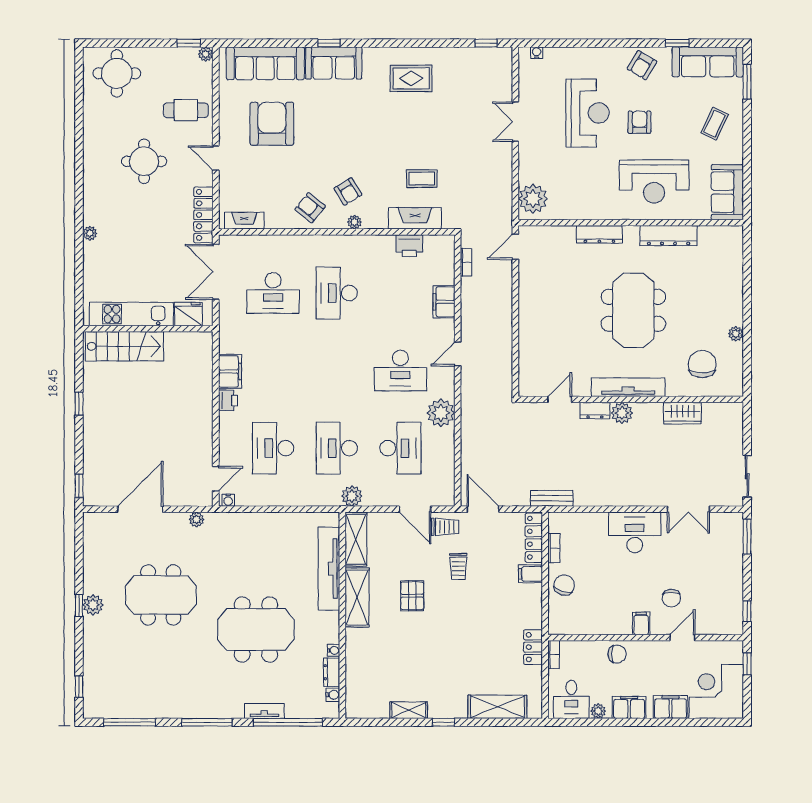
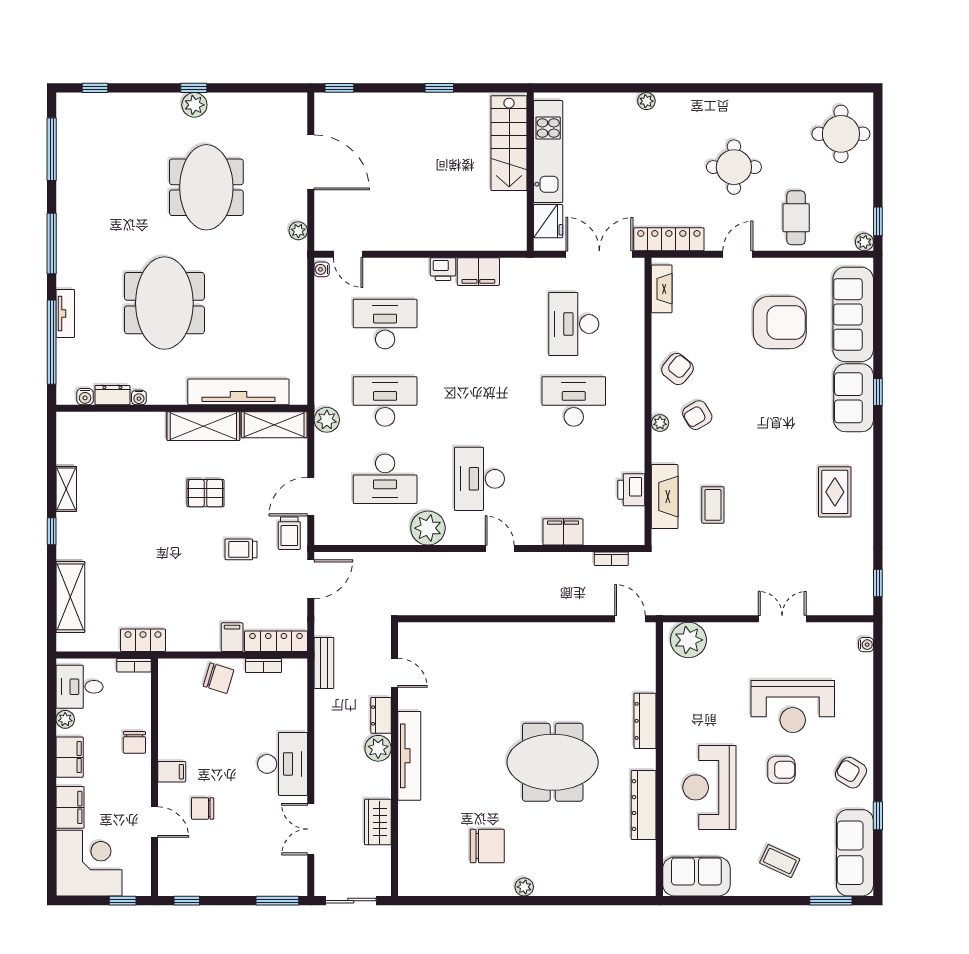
tv unit: (628, 387) -> (409, 756), moved
door: (560, 399) -> (395, 673), moved
wall: (631, 399) -> (395, 759), moved
dresser: (595, 411) -> (381, 715), moved
plant: (622, 413) -> (378, 748), moved
wardrobe: (683, 413) -> (378, 822), moved

